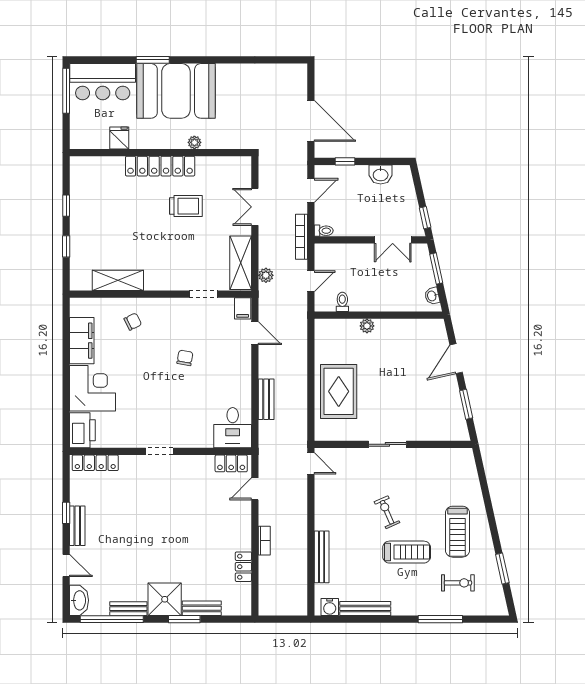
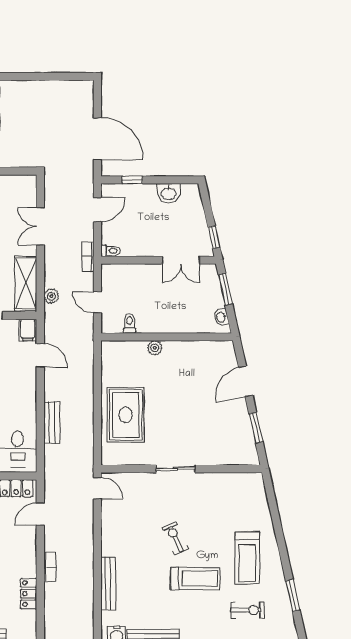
bookcase: (302, 237) -> (88, 257), width x0.64
door: (311, 281) -> (97, 302), swing flipped

